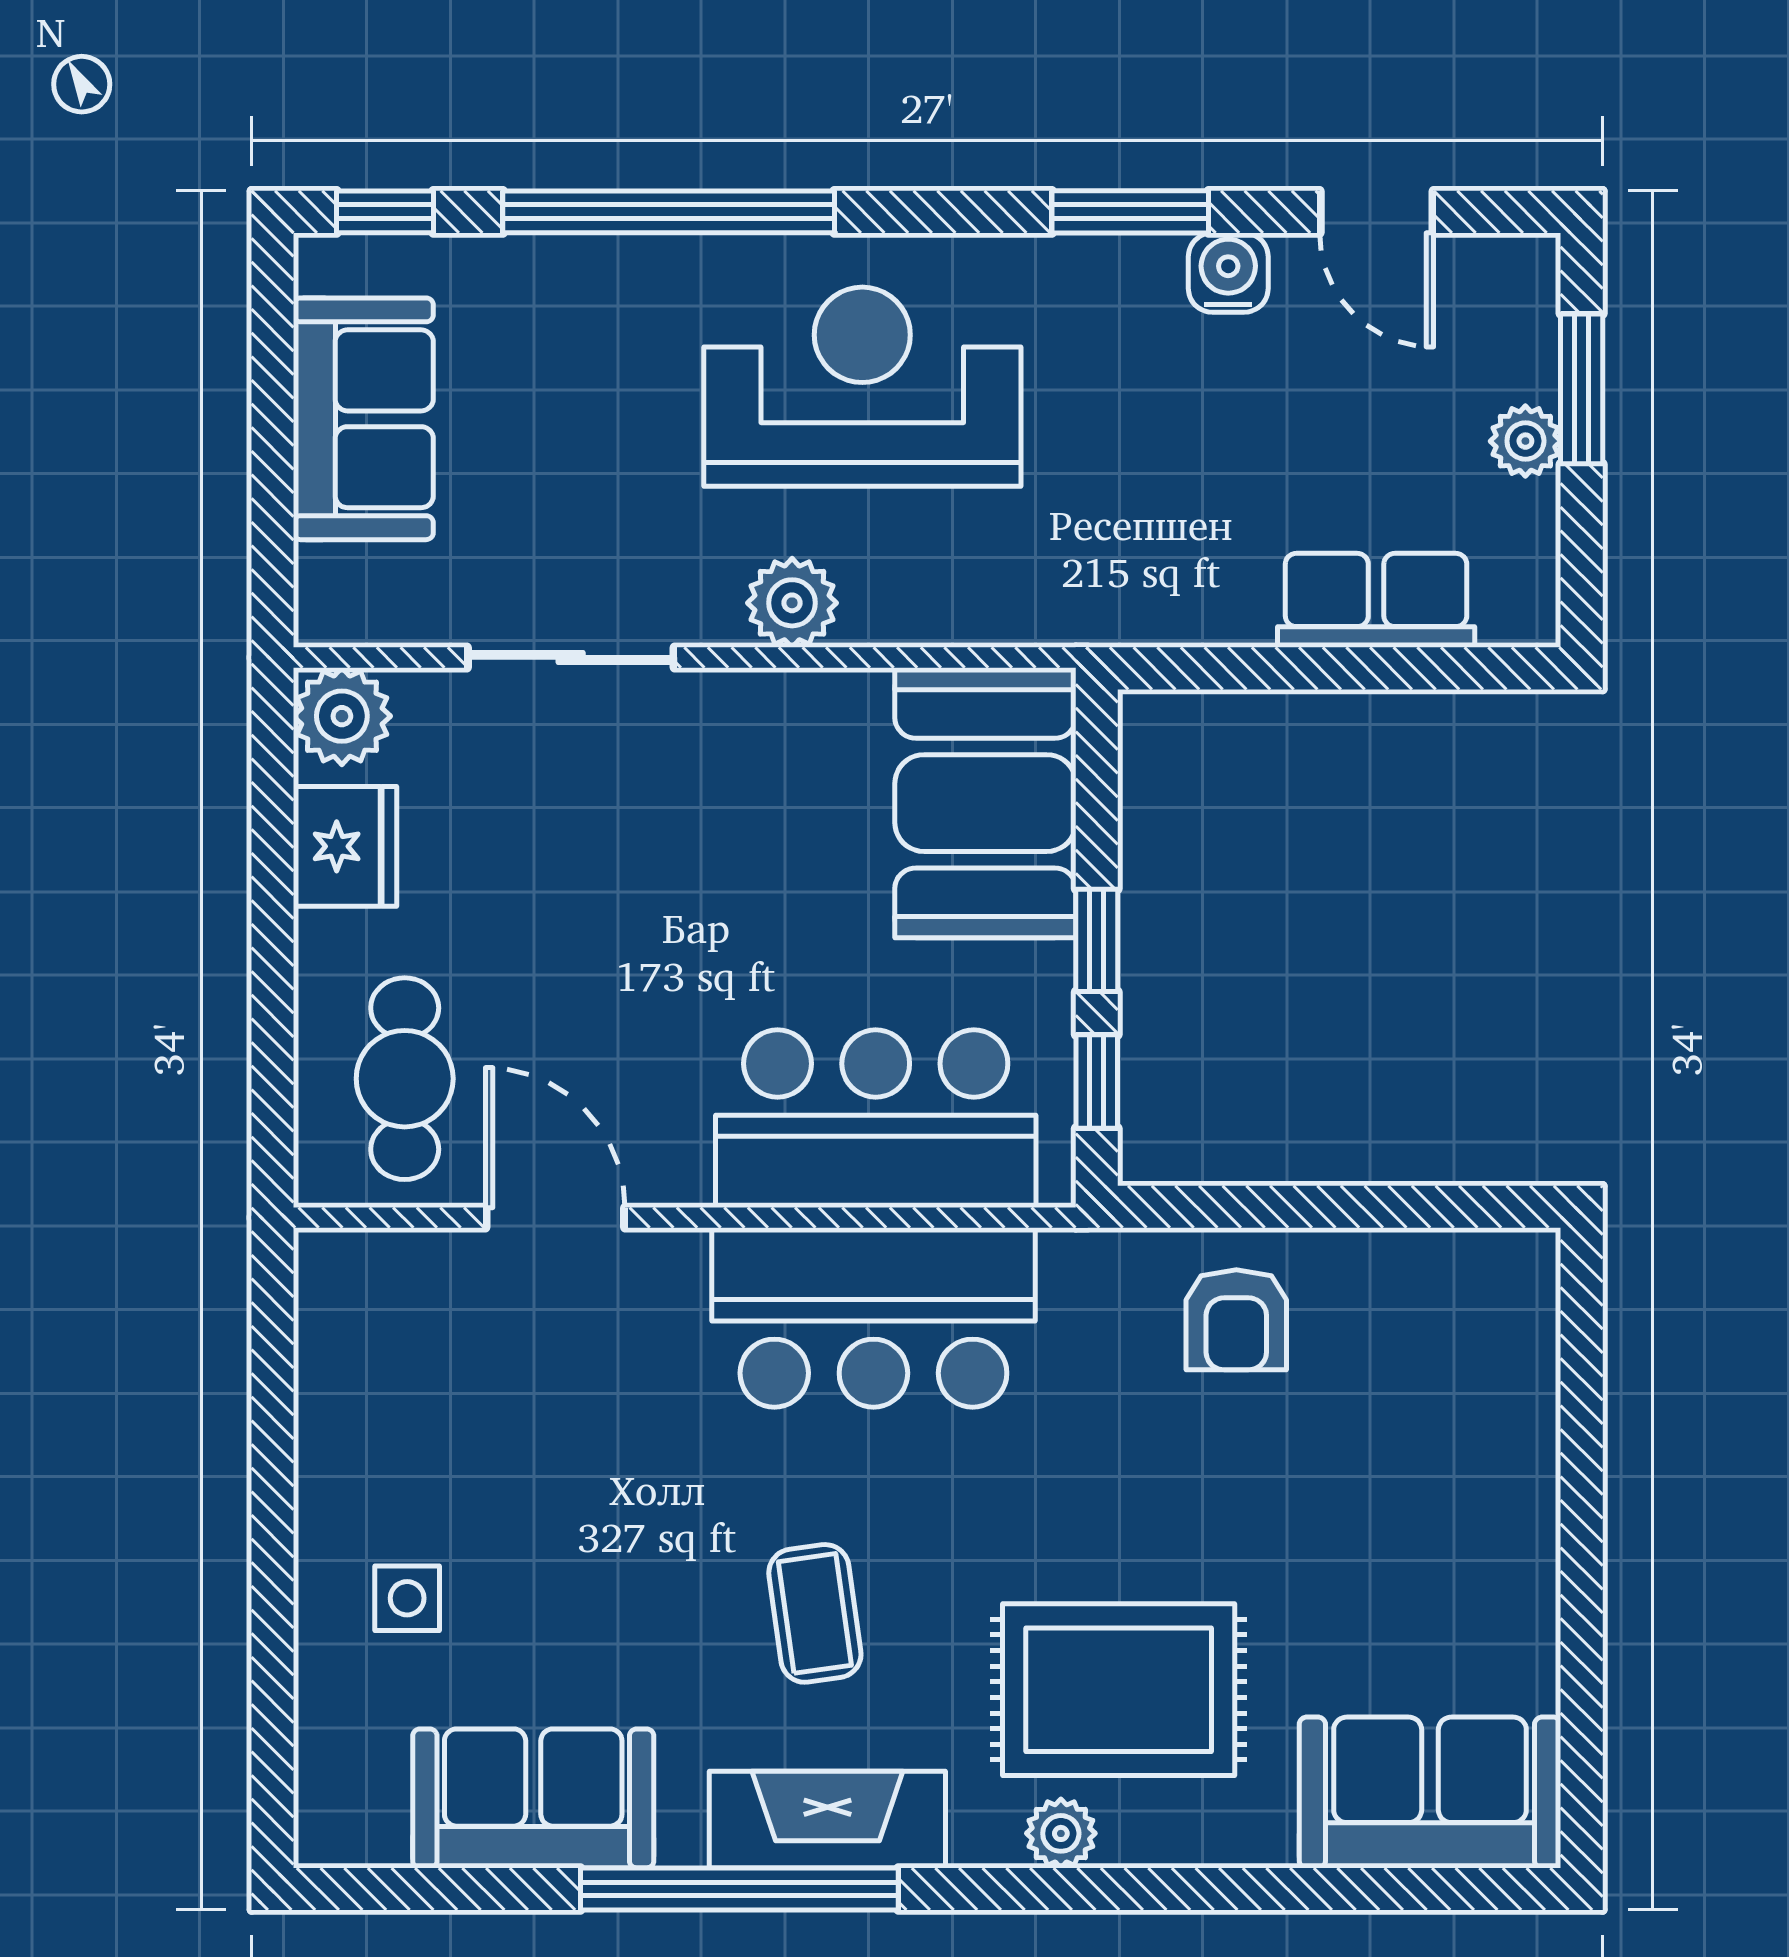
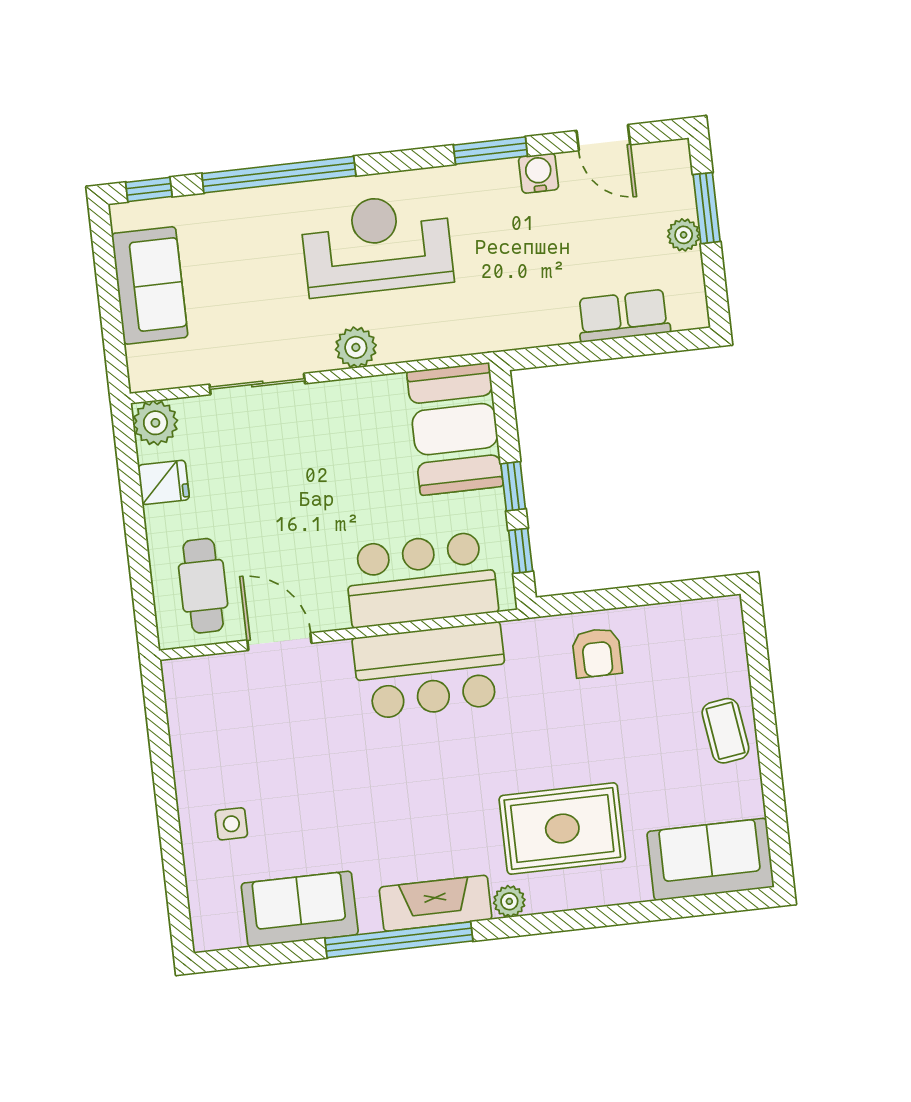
fridge: (345, 846) -> (164, 482), width x0.72
coffee table: (815, 1613) -> (725, 731), moved
plant: (1061, 1833) -> (509, 901), moved

